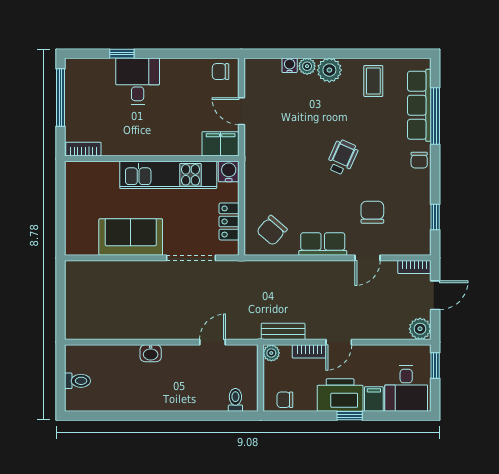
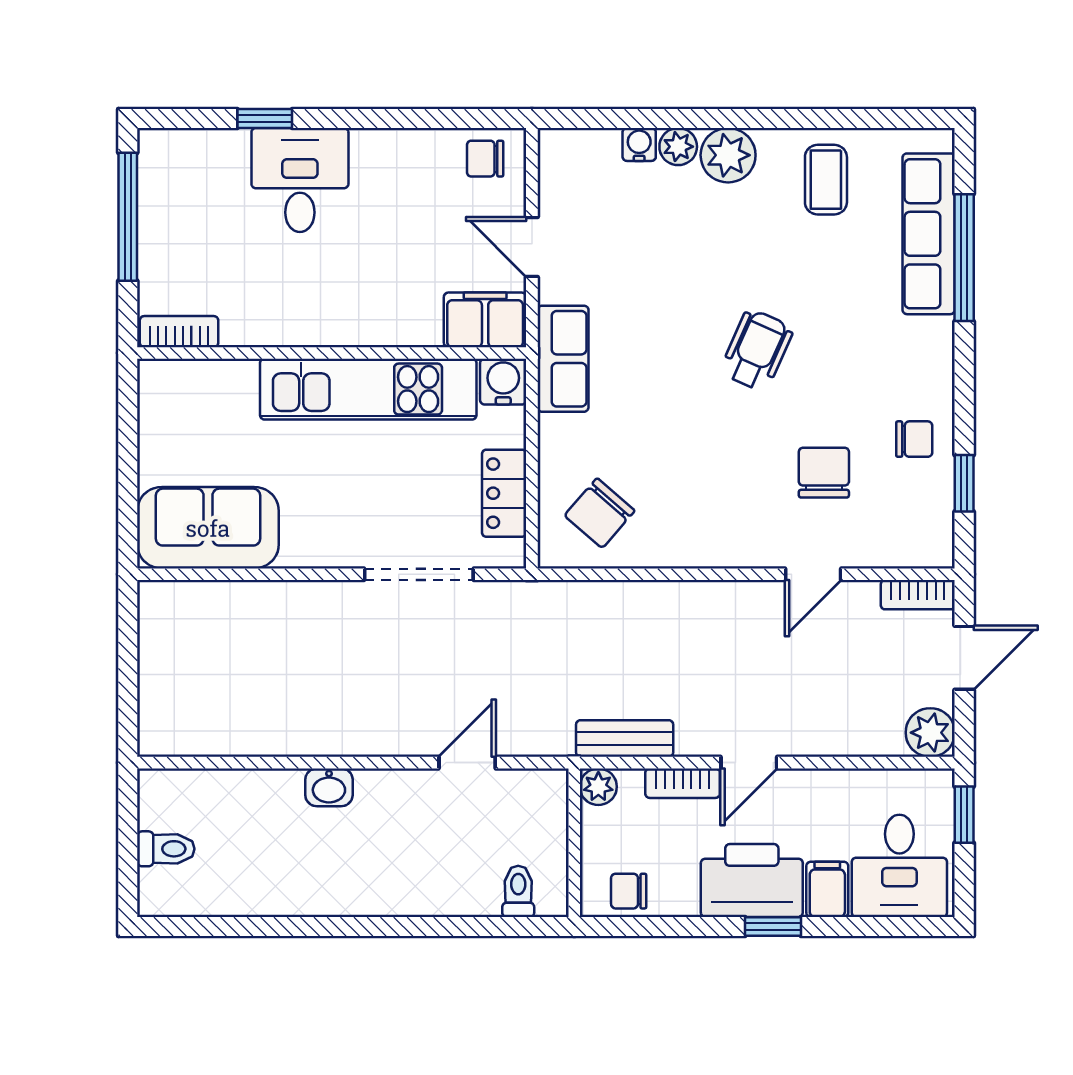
chair: (419, 160) -> (914, 439), moved, turned -90
sofa: (131, 237) -> (208, 528), moved
row of seats: (323, 244) -> (563, 359), moved, turned 90

